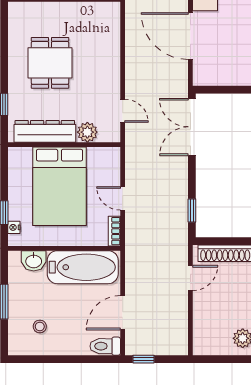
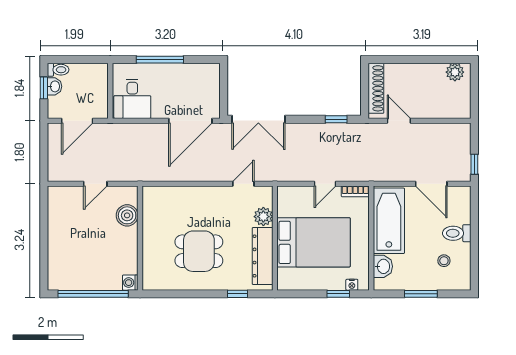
door: (190, 36) -> (190, 121), moved
toilet: (105, 346) -> (457, 233), moved, turned 90

